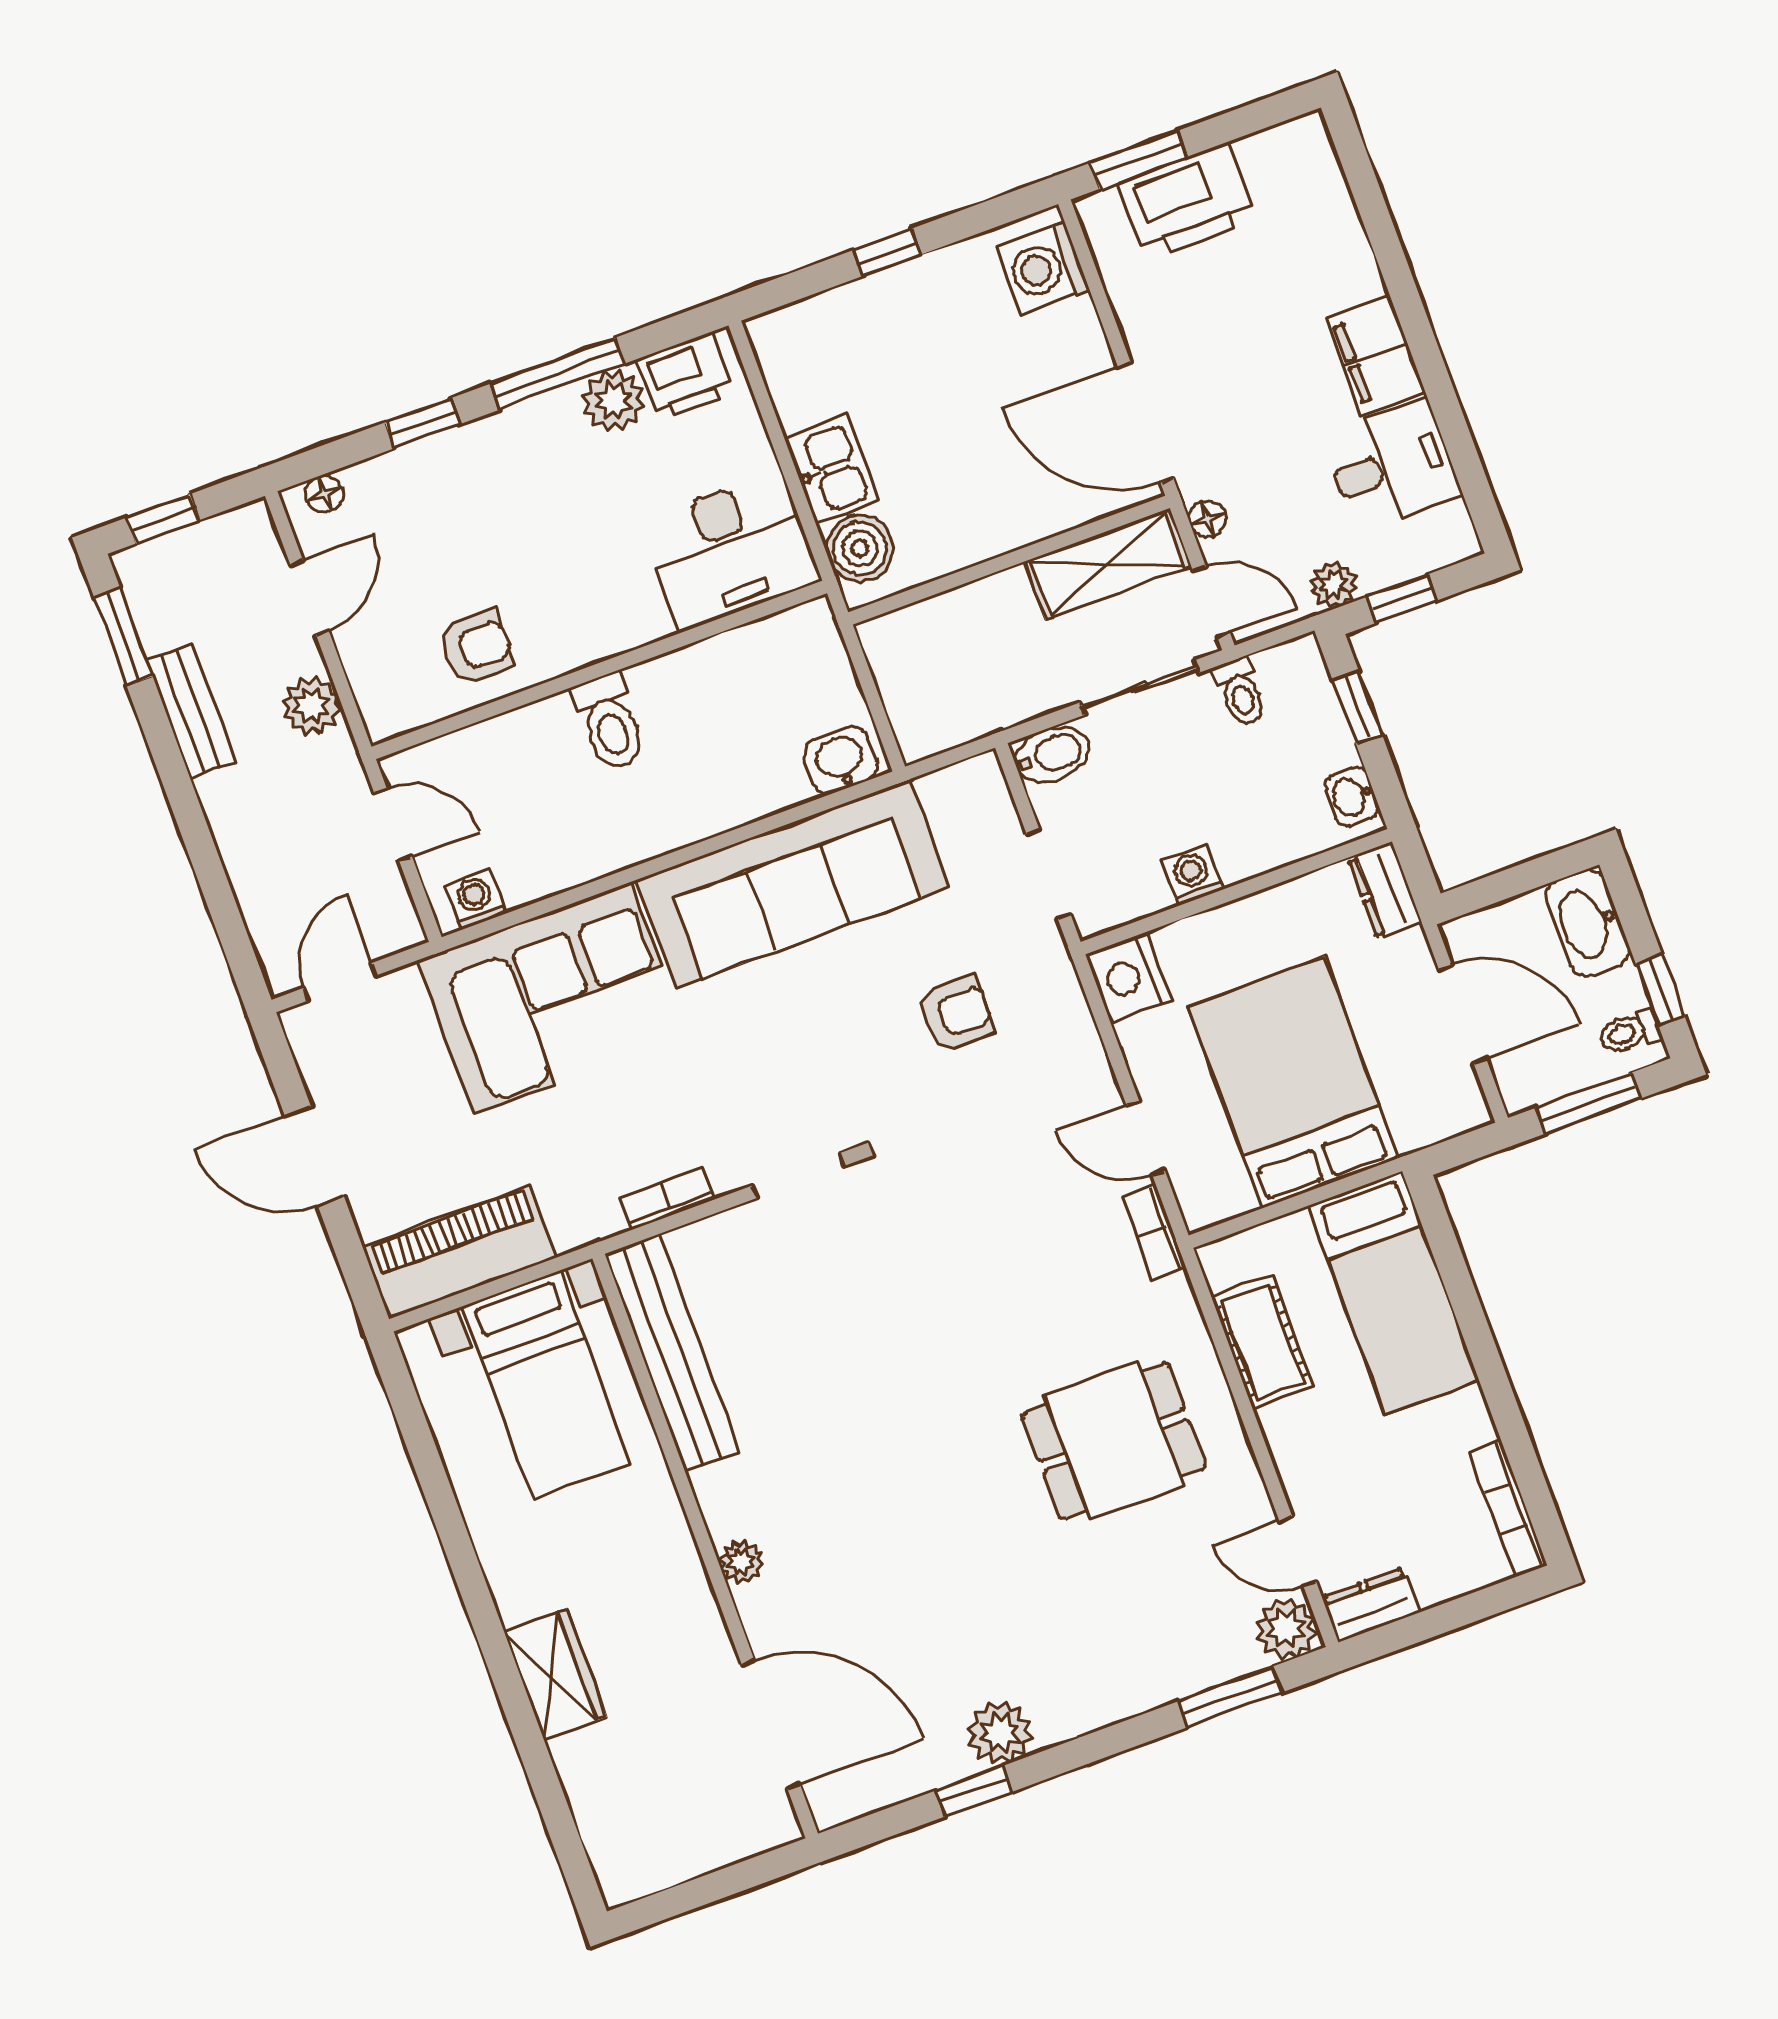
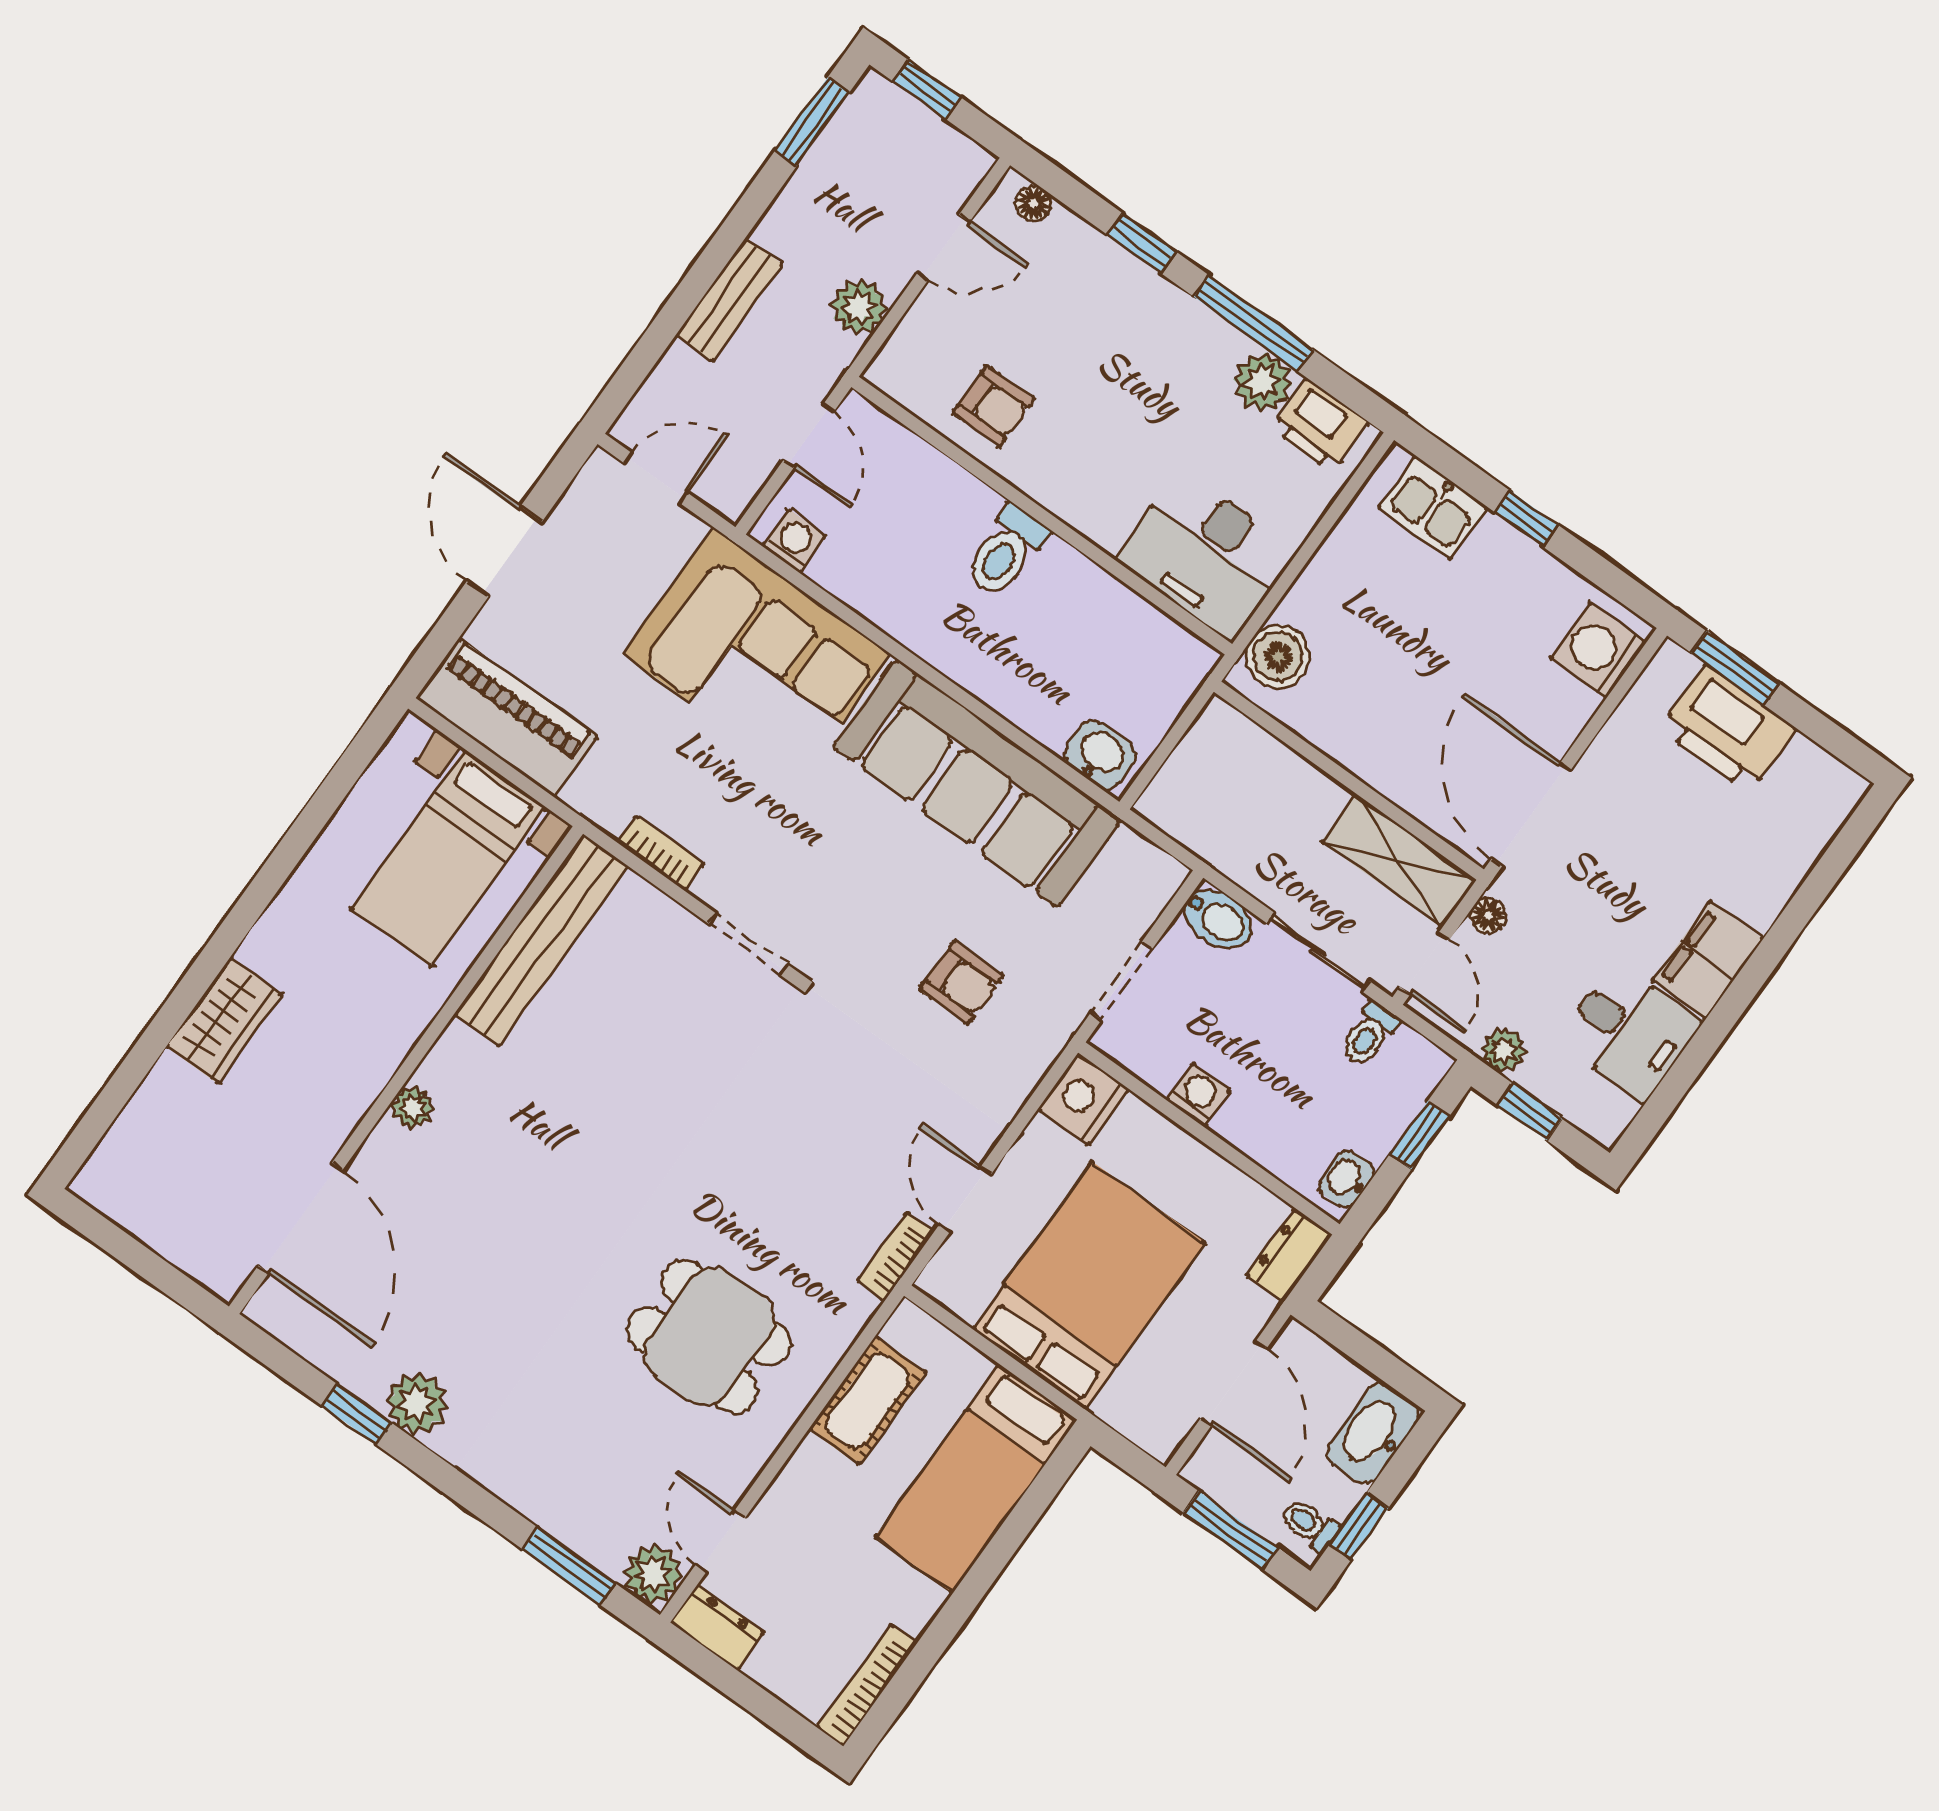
kitchen sink: (832, 469) -> (1433, 508), moved, turned 90
bench: (191, 711) -> (729, 300), moved

